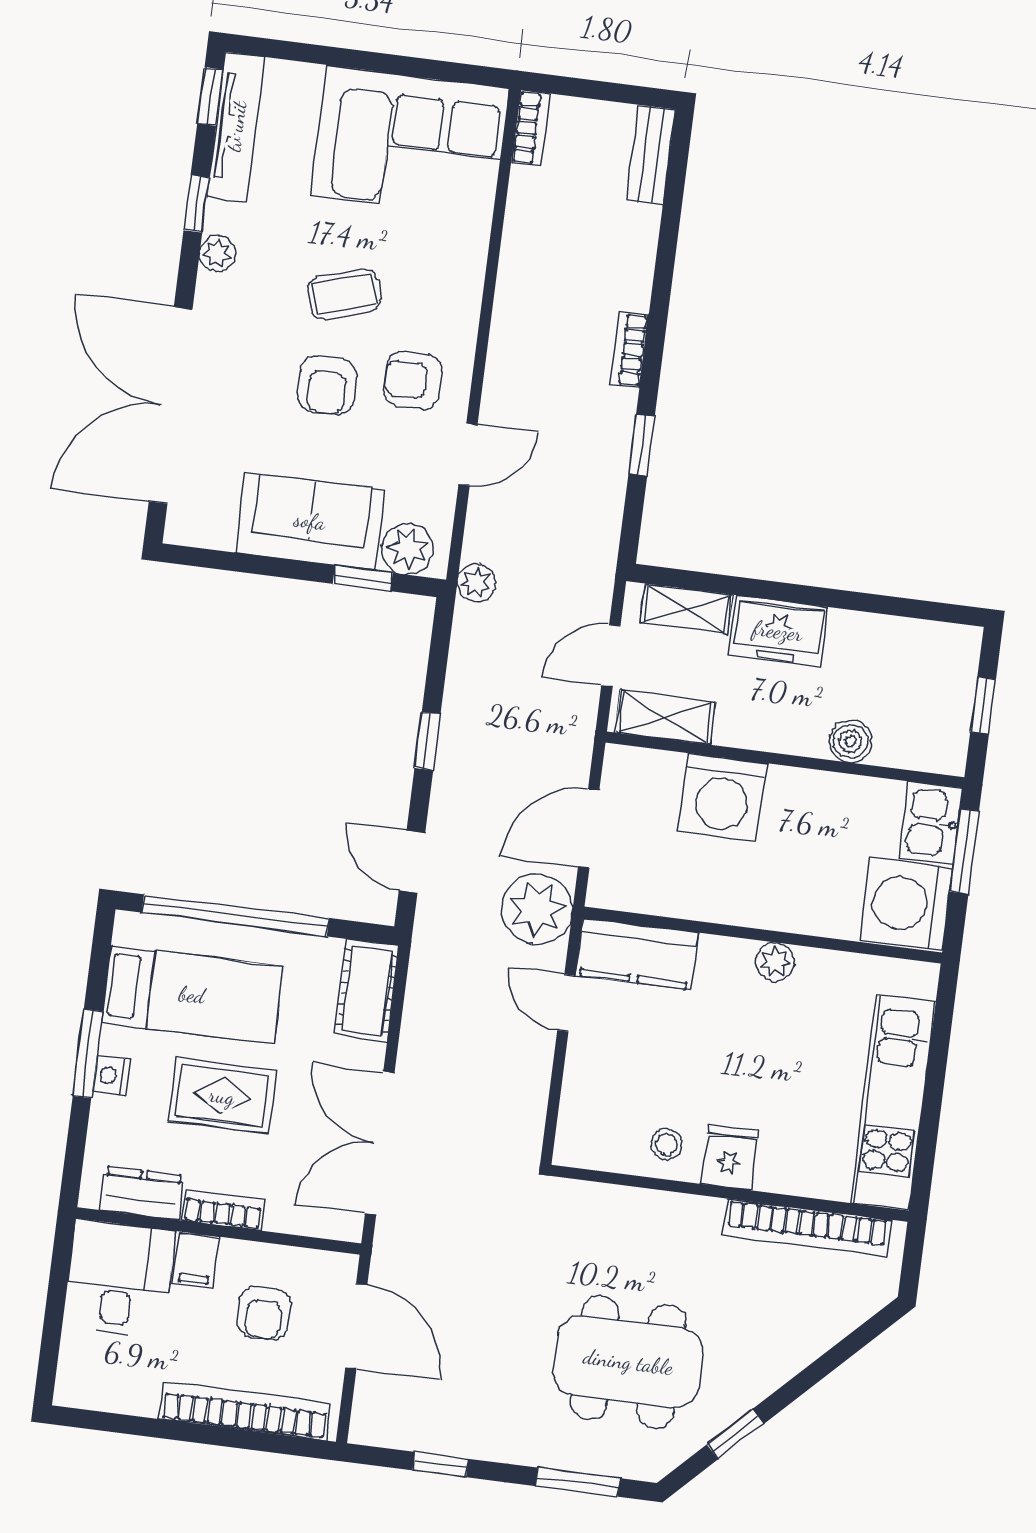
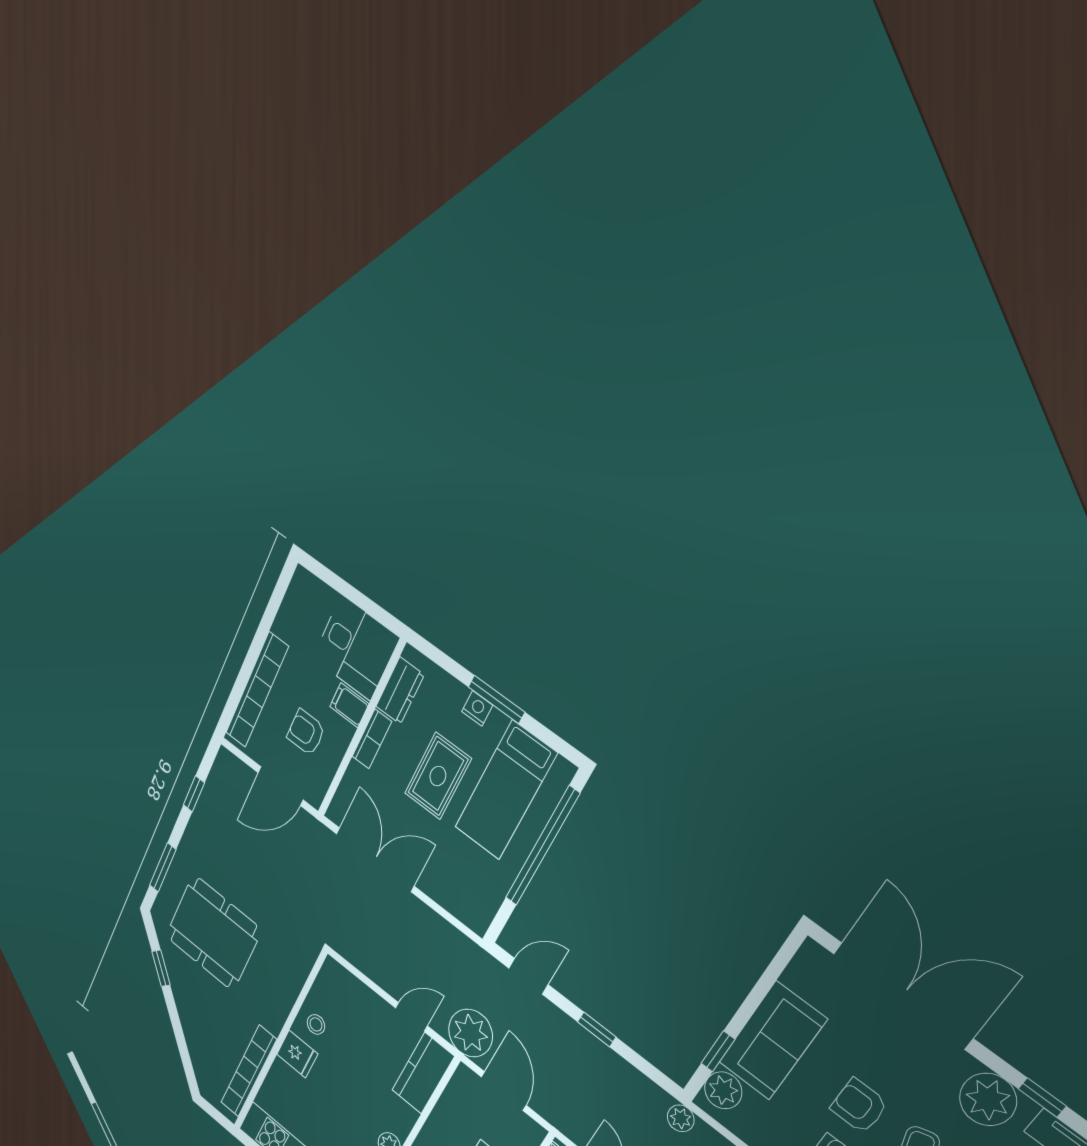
plant: (217, 254) -> (988, 1099), width x1.88, depth x1.88
cot: (367, 991) -> (464, 903), removed
dining table: (628, 1362) -> (213, 933), turned 90

